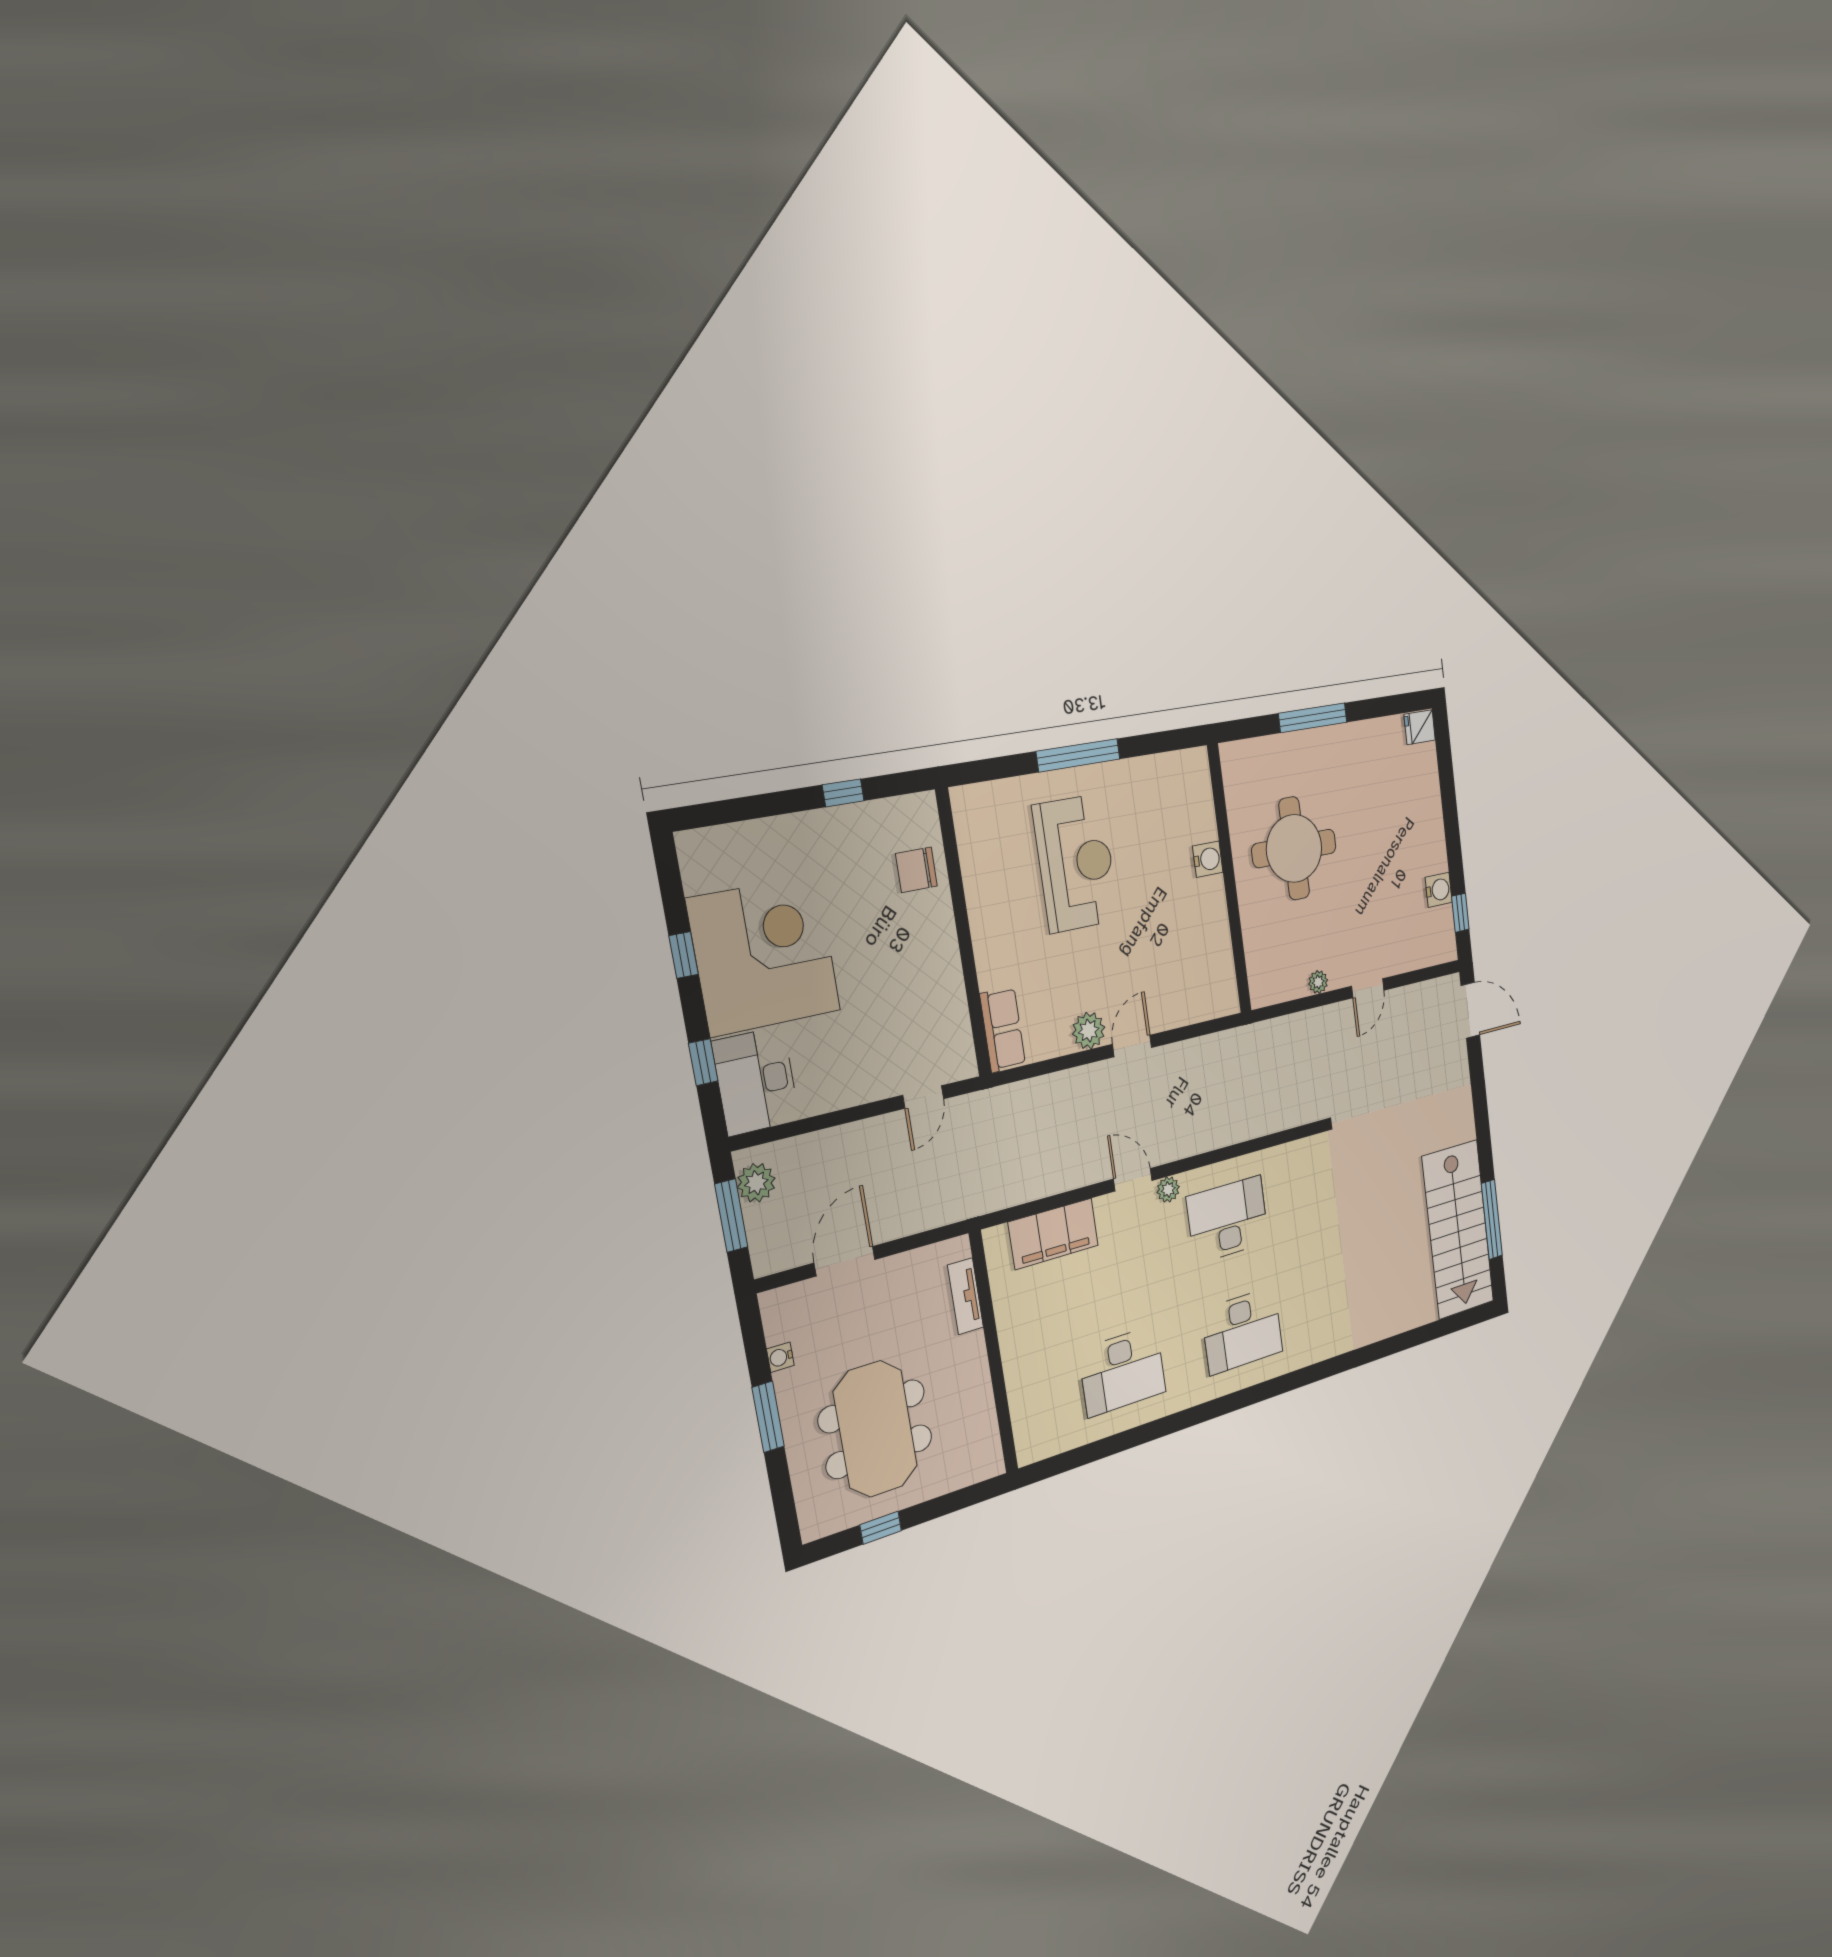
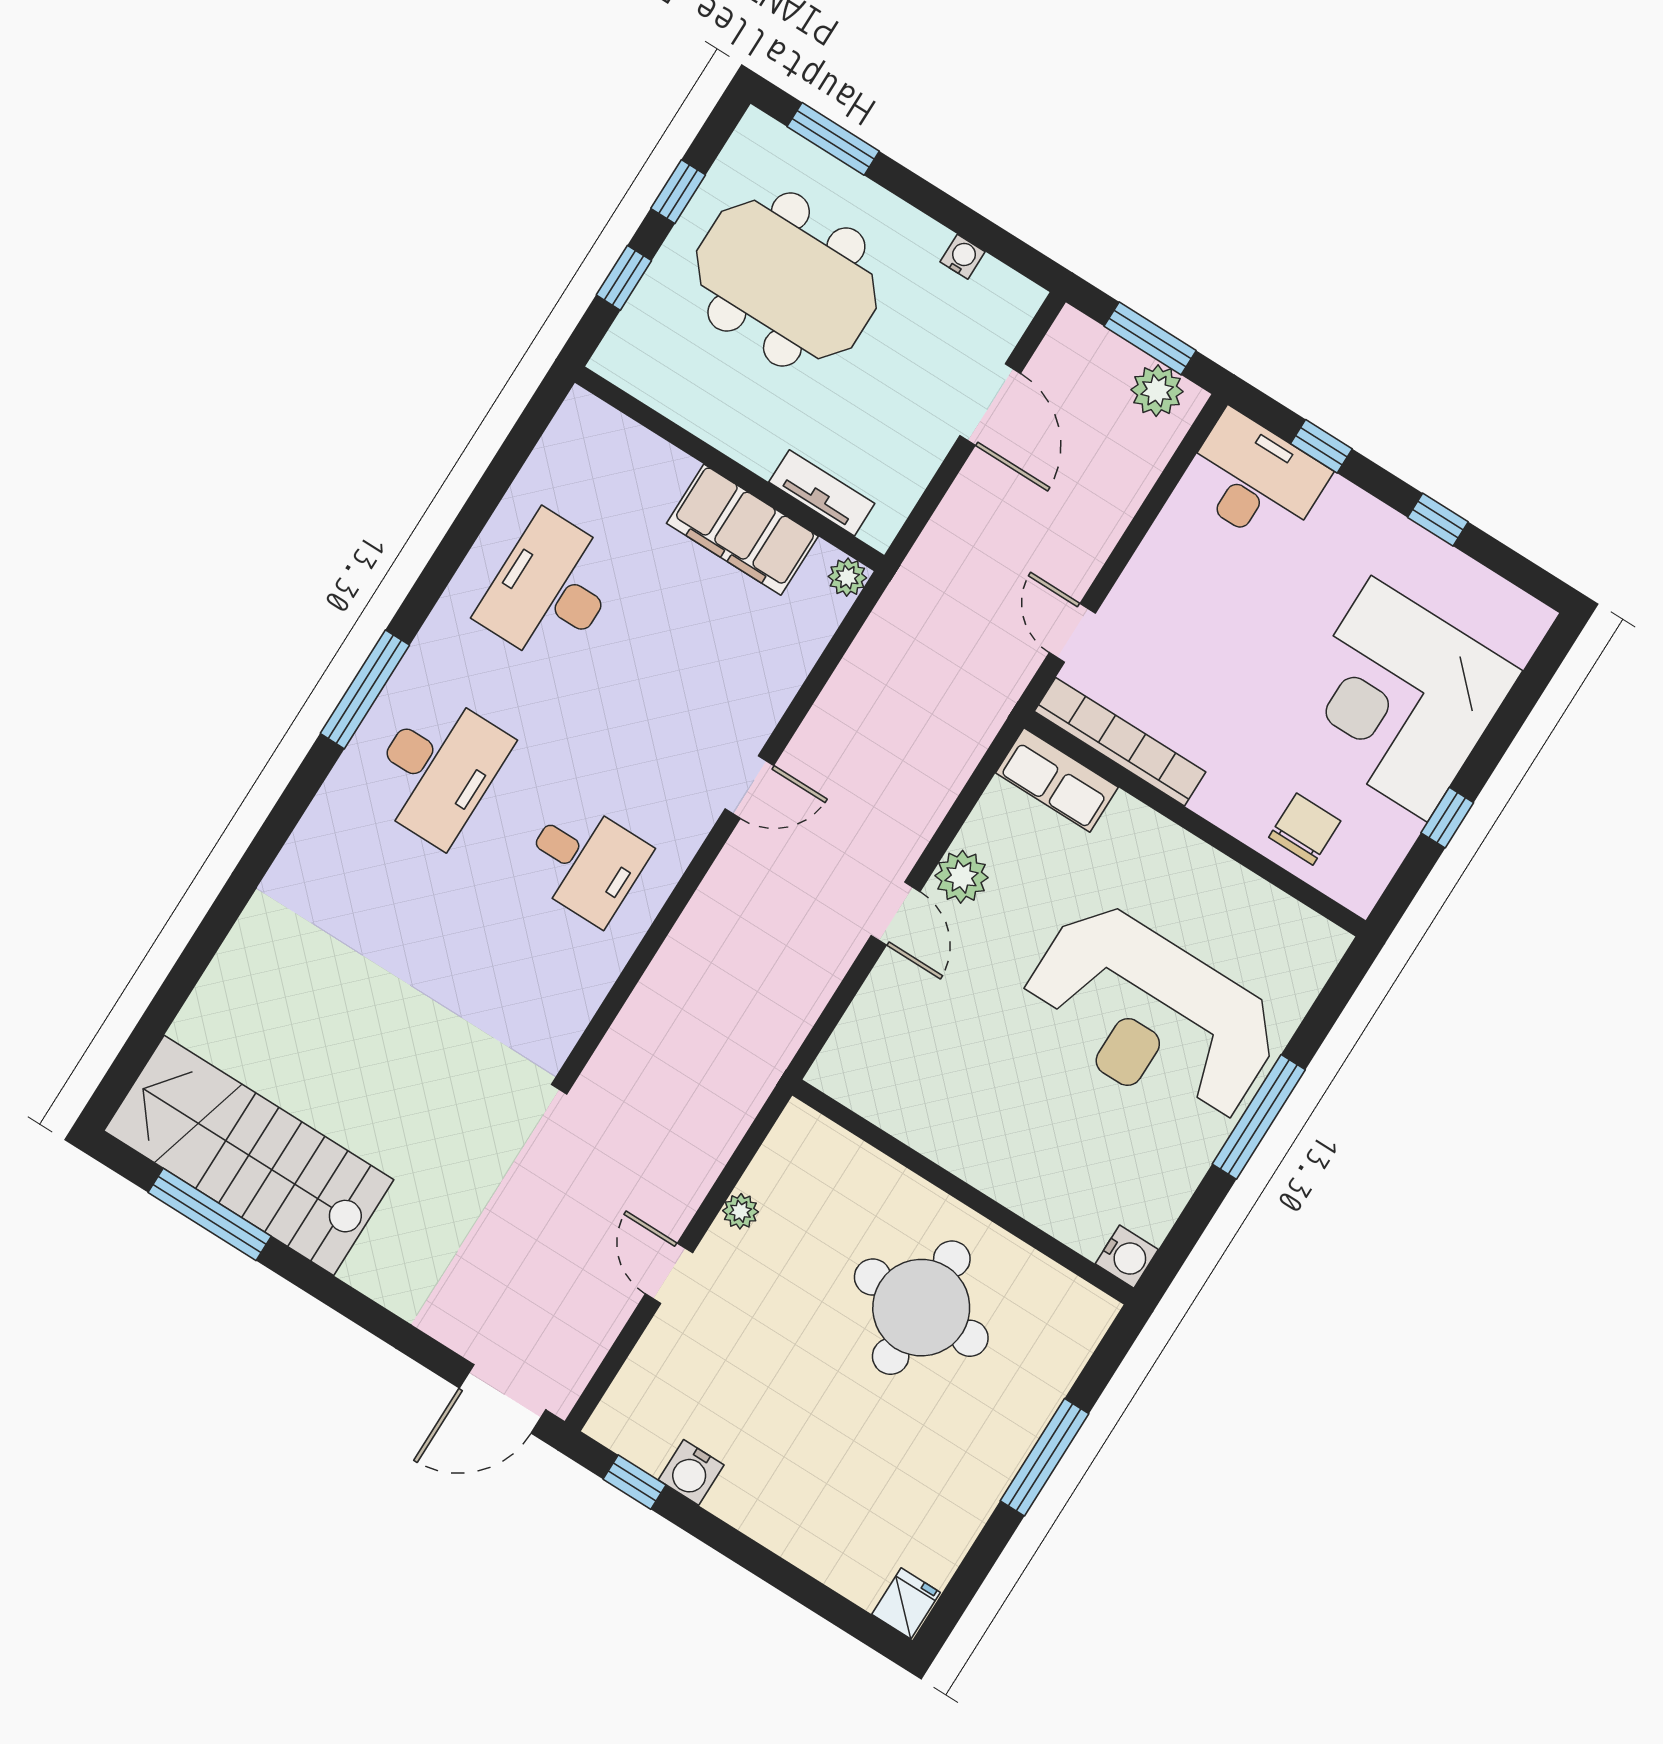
water cooler: (1208, 859) -> (1127, 1257), moved, turned -90
reception desk: (1076, 863) -> (1150, 1016), width x1.36, depth x1.30
corner desk: (764, 955) -> (1399, 699), moved, turned 90
bookcase: (956, 1016) -> (1120, 742), added
plant: (1168, 1189) -> (847, 577), moved
desk: (1228, 1220) -> (585, 862), width x0.73
filing cabinet: (1053, 1234) -> (742, 530), moved, turned -90
desk: (1242, 1331) -> (438, 769), turned 180
window: (1235, 1401) -> (365, 689), added
window: (768, 1417) -> (833, 139), moved
window: (947, 1504) -> (624, 278), added

